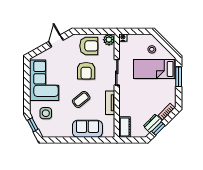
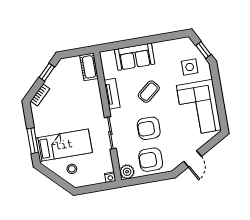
armchair: (86, 71) -> (149, 128), turned -90
dresser: (153, 123) -> (55, 77), removed

